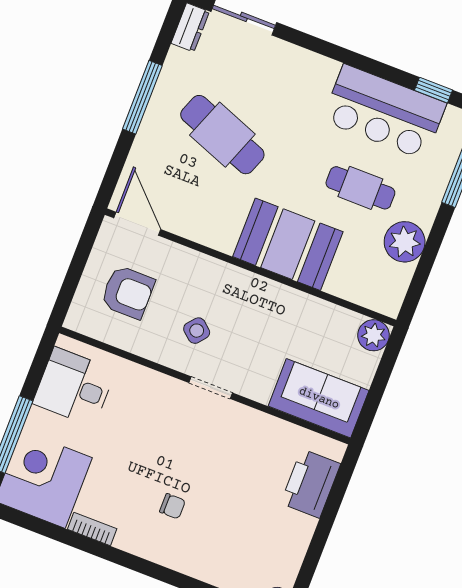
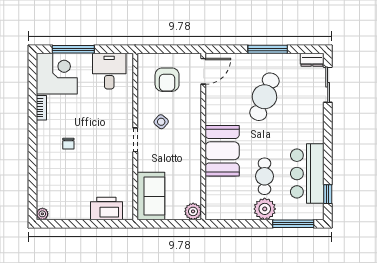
plant: (405, 242) -> (265, 209), moved

